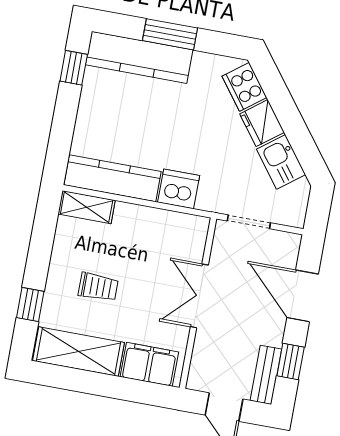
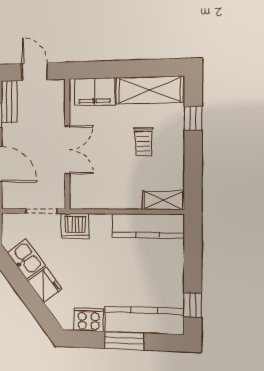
cooker: (244, 87) -> (89, 320), moved, turned -53
dishwasher: (179, 189) -> (75, 226), moved
trolley: (98, 287) -> (143, 142), turned -90

